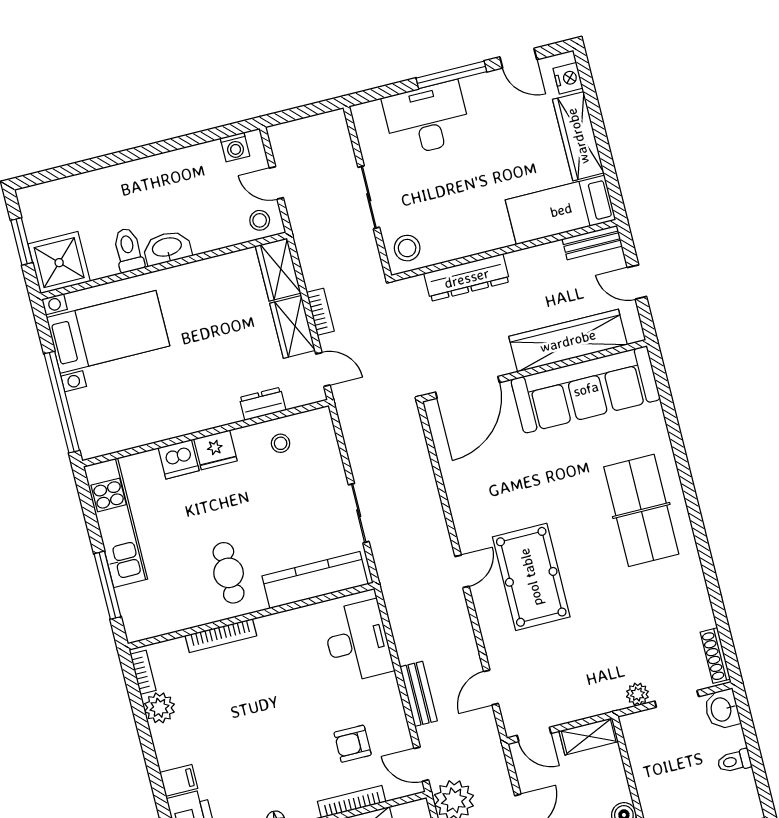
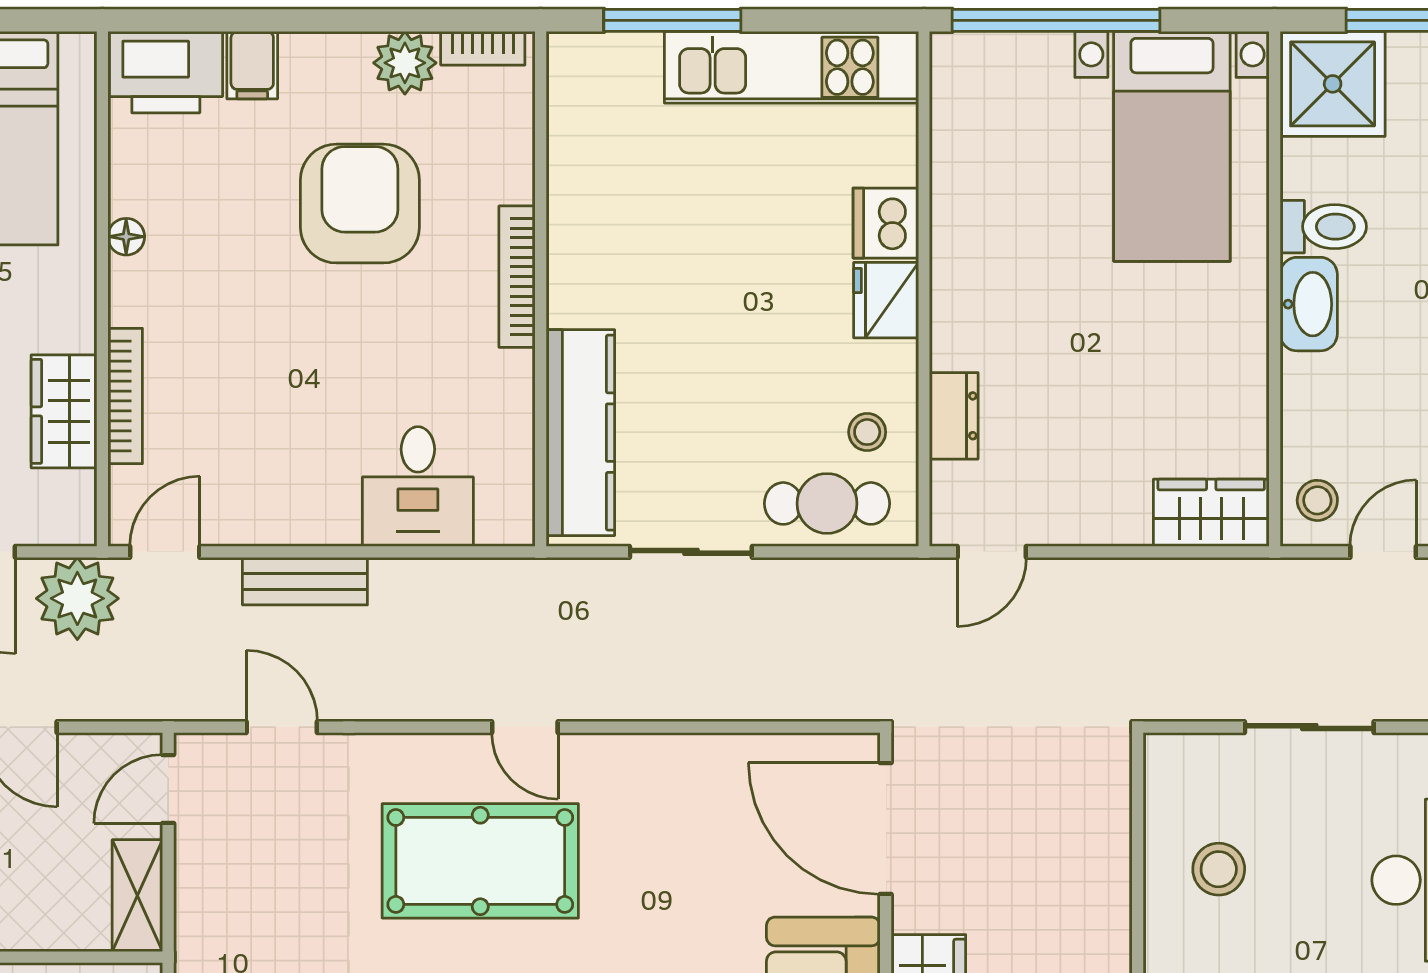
stool: (407, 248) -> (1219, 869), moved
dresser: (467, 278) -> (1103, 881), removed
bookcase: (320, 312) -> (1107, 575), removed
wardrobe: (292, 327) -> (1091, 513), removed
cafe table: (229, 573) -> (827, 503), moved
bookcase: (221, 636) -> (517, 277), moved
desk: (358, 641) -> (418, 486), width x0.73
armchair: (353, 744) -> (360, 204), moved, width x1.88, depth x1.88

